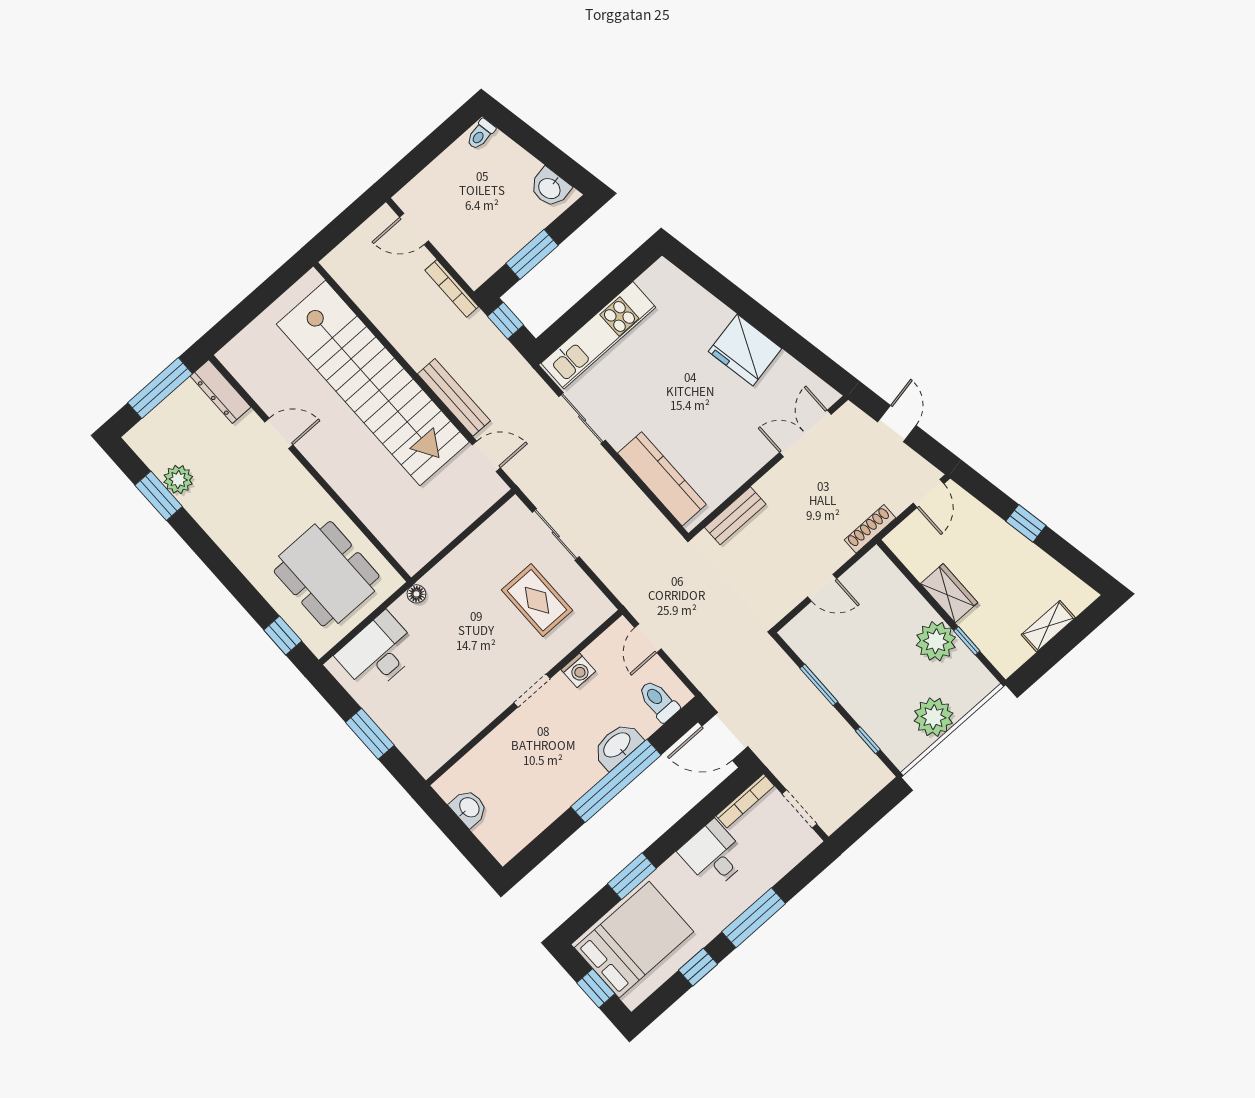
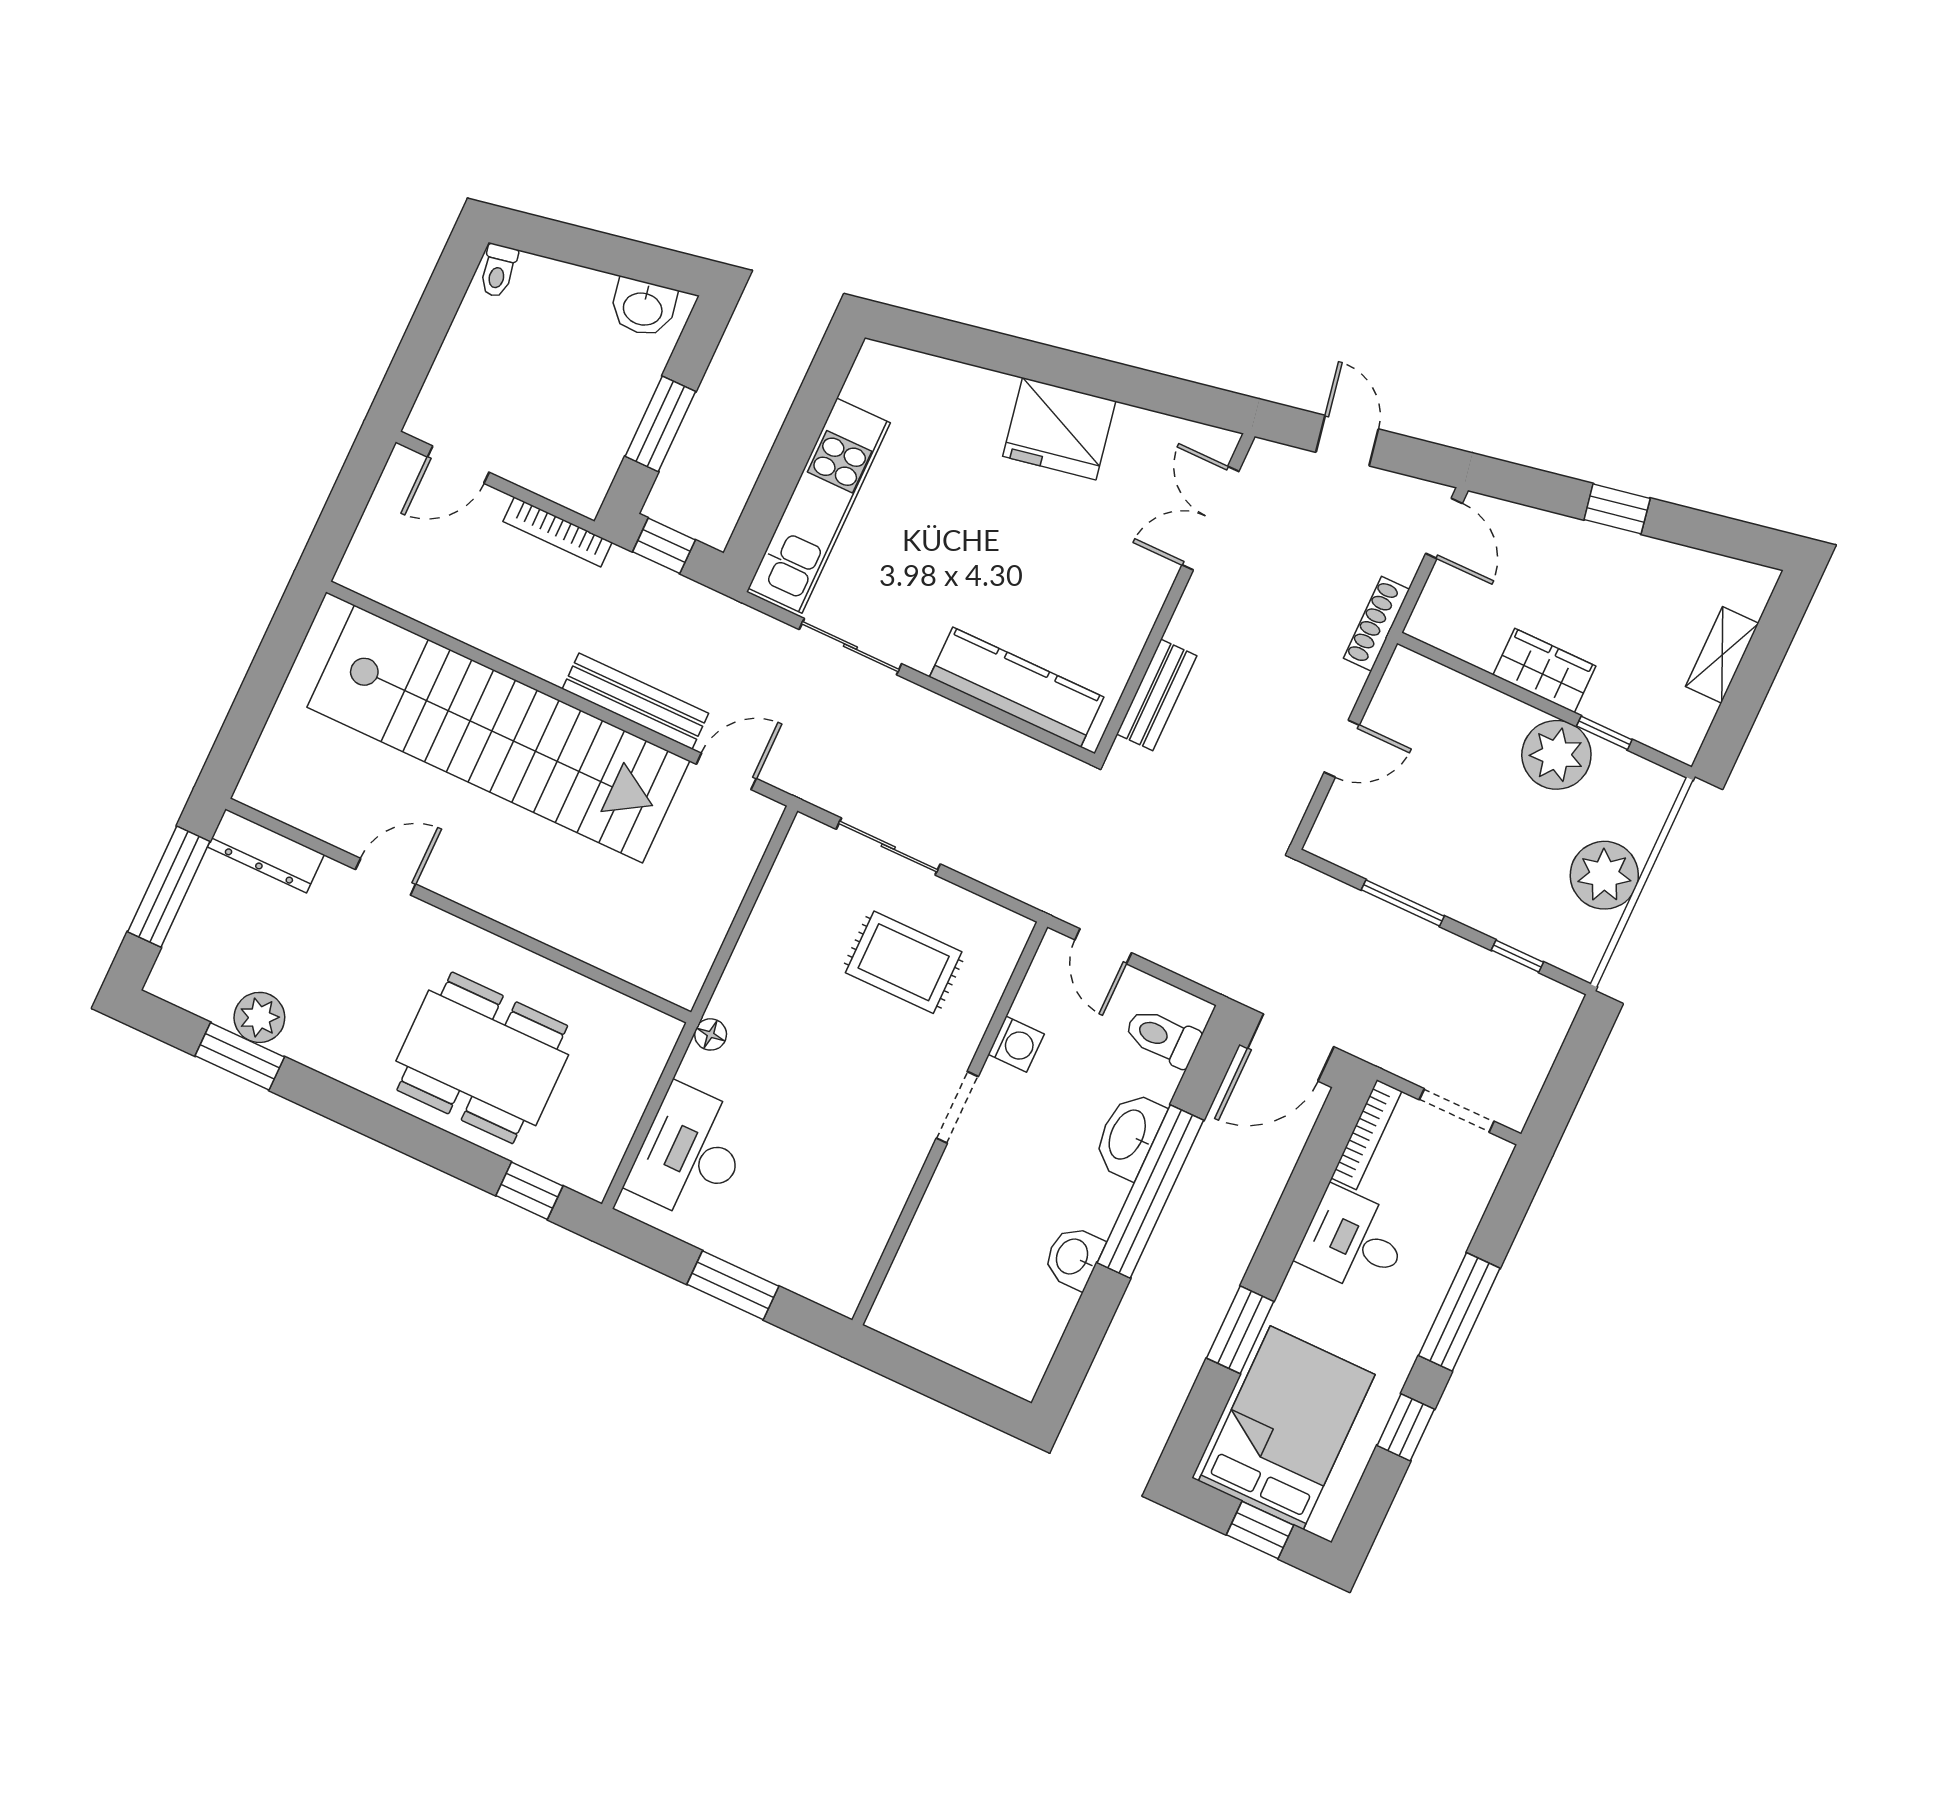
dining table: (327, 574) -> (482, 1058), moved
washbasin: (469, 808) -> (1073, 1257), moved, turned -90

